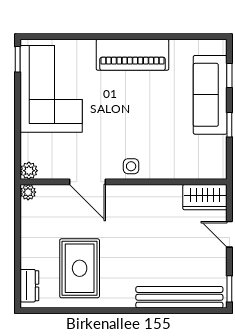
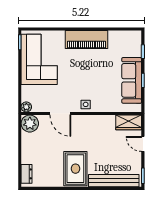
sofa: (210, 95) -> (132, 80), moved
plant: (28, 192) -> (30, 124), width x1.88, depth x1.88
rug: (80, 268) -> (75, 169), moved

